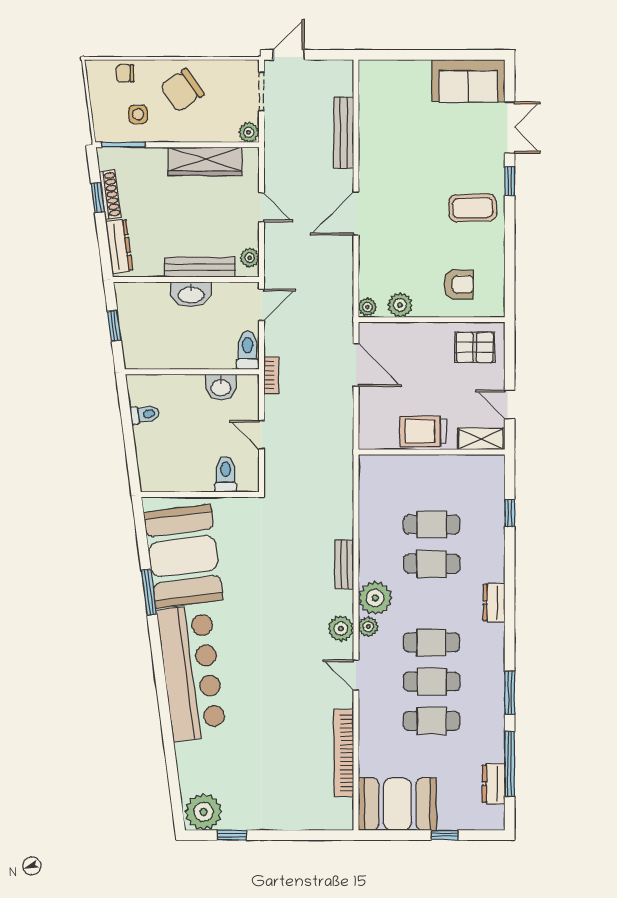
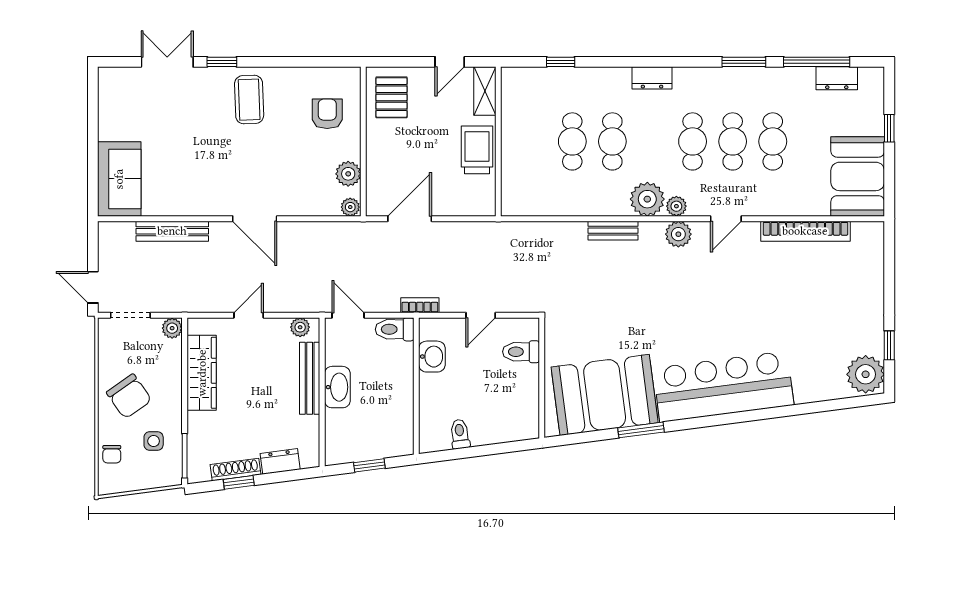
sofa: (468, 81) -> (119, 179), moved
dresser: (119, 246) -> (280, 461), width x0.70
trolley: (423, 431) -> (477, 150), turned 180

